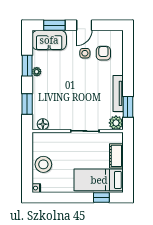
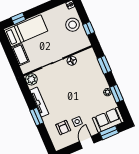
window: (128, 107) -> (37, 117), moved
floor lamp: (43, 124) -> (72, 61), moved
window: (27, 152) -> (89, 28), added

